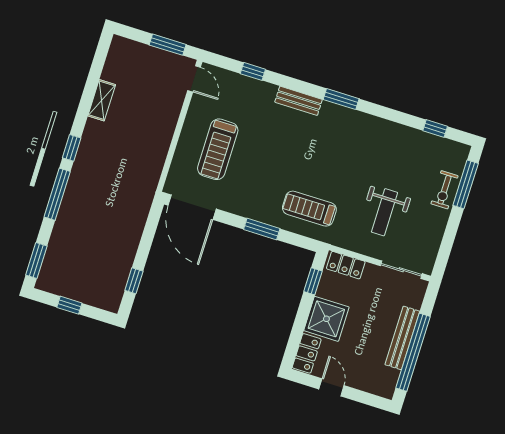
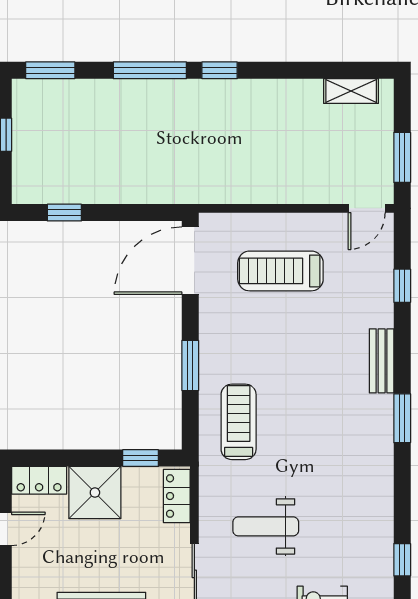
shelving: (102, 100) -> (351, 91), moved

